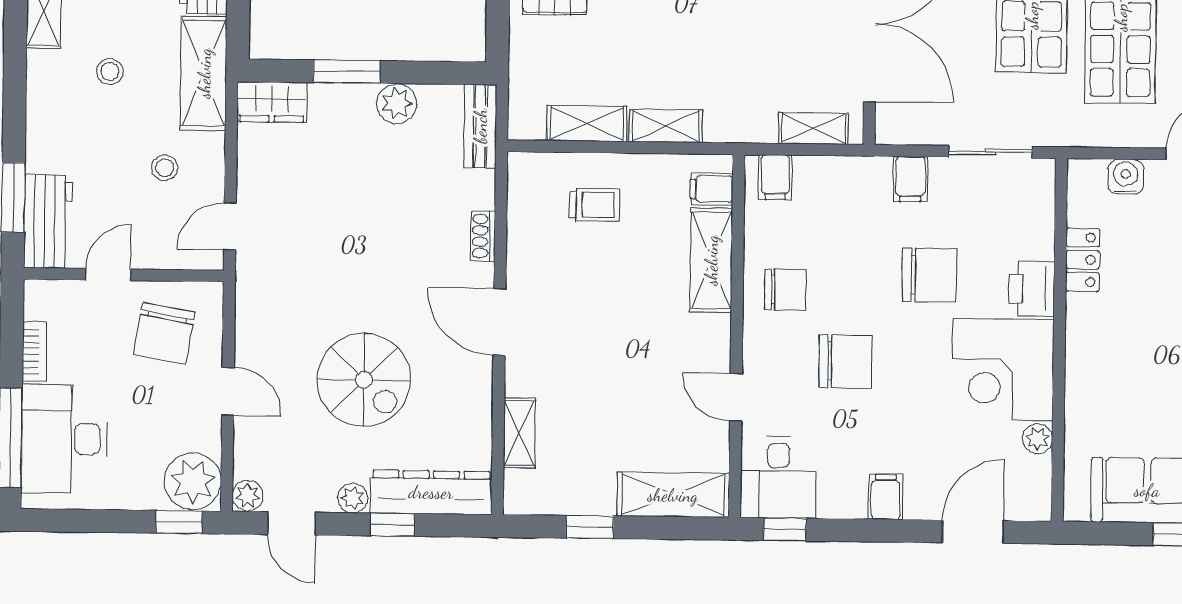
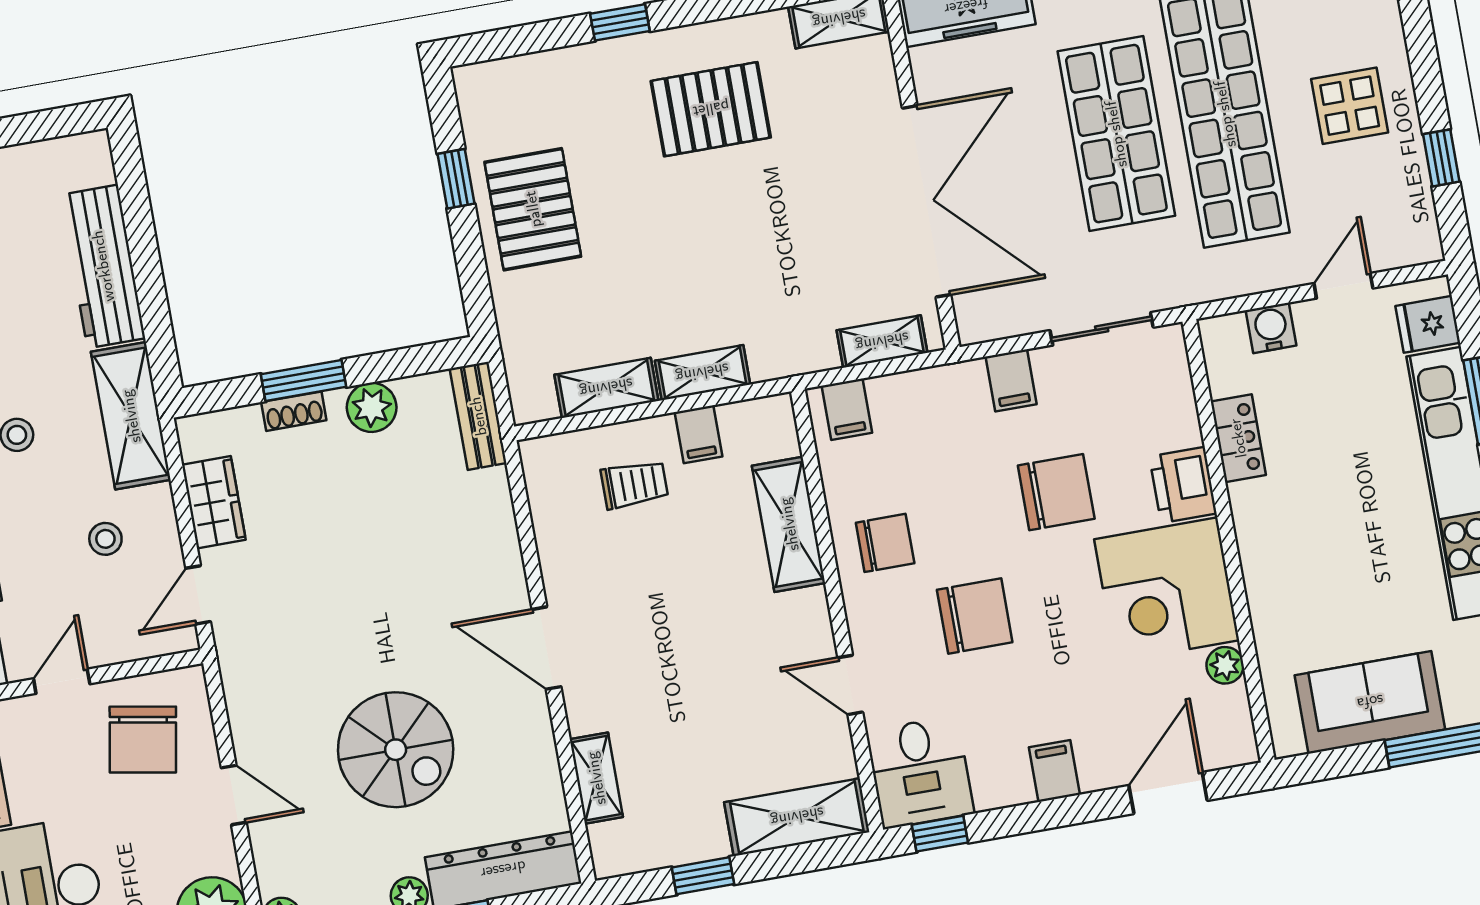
wardrobe: (272, 102) -> (214, 502), moved, turned -90
filing cabinet: (712, 189) -> (699, 434), moved, turned -90
shoe rack: (483, 236) -> (294, 411), moved, turned -90

